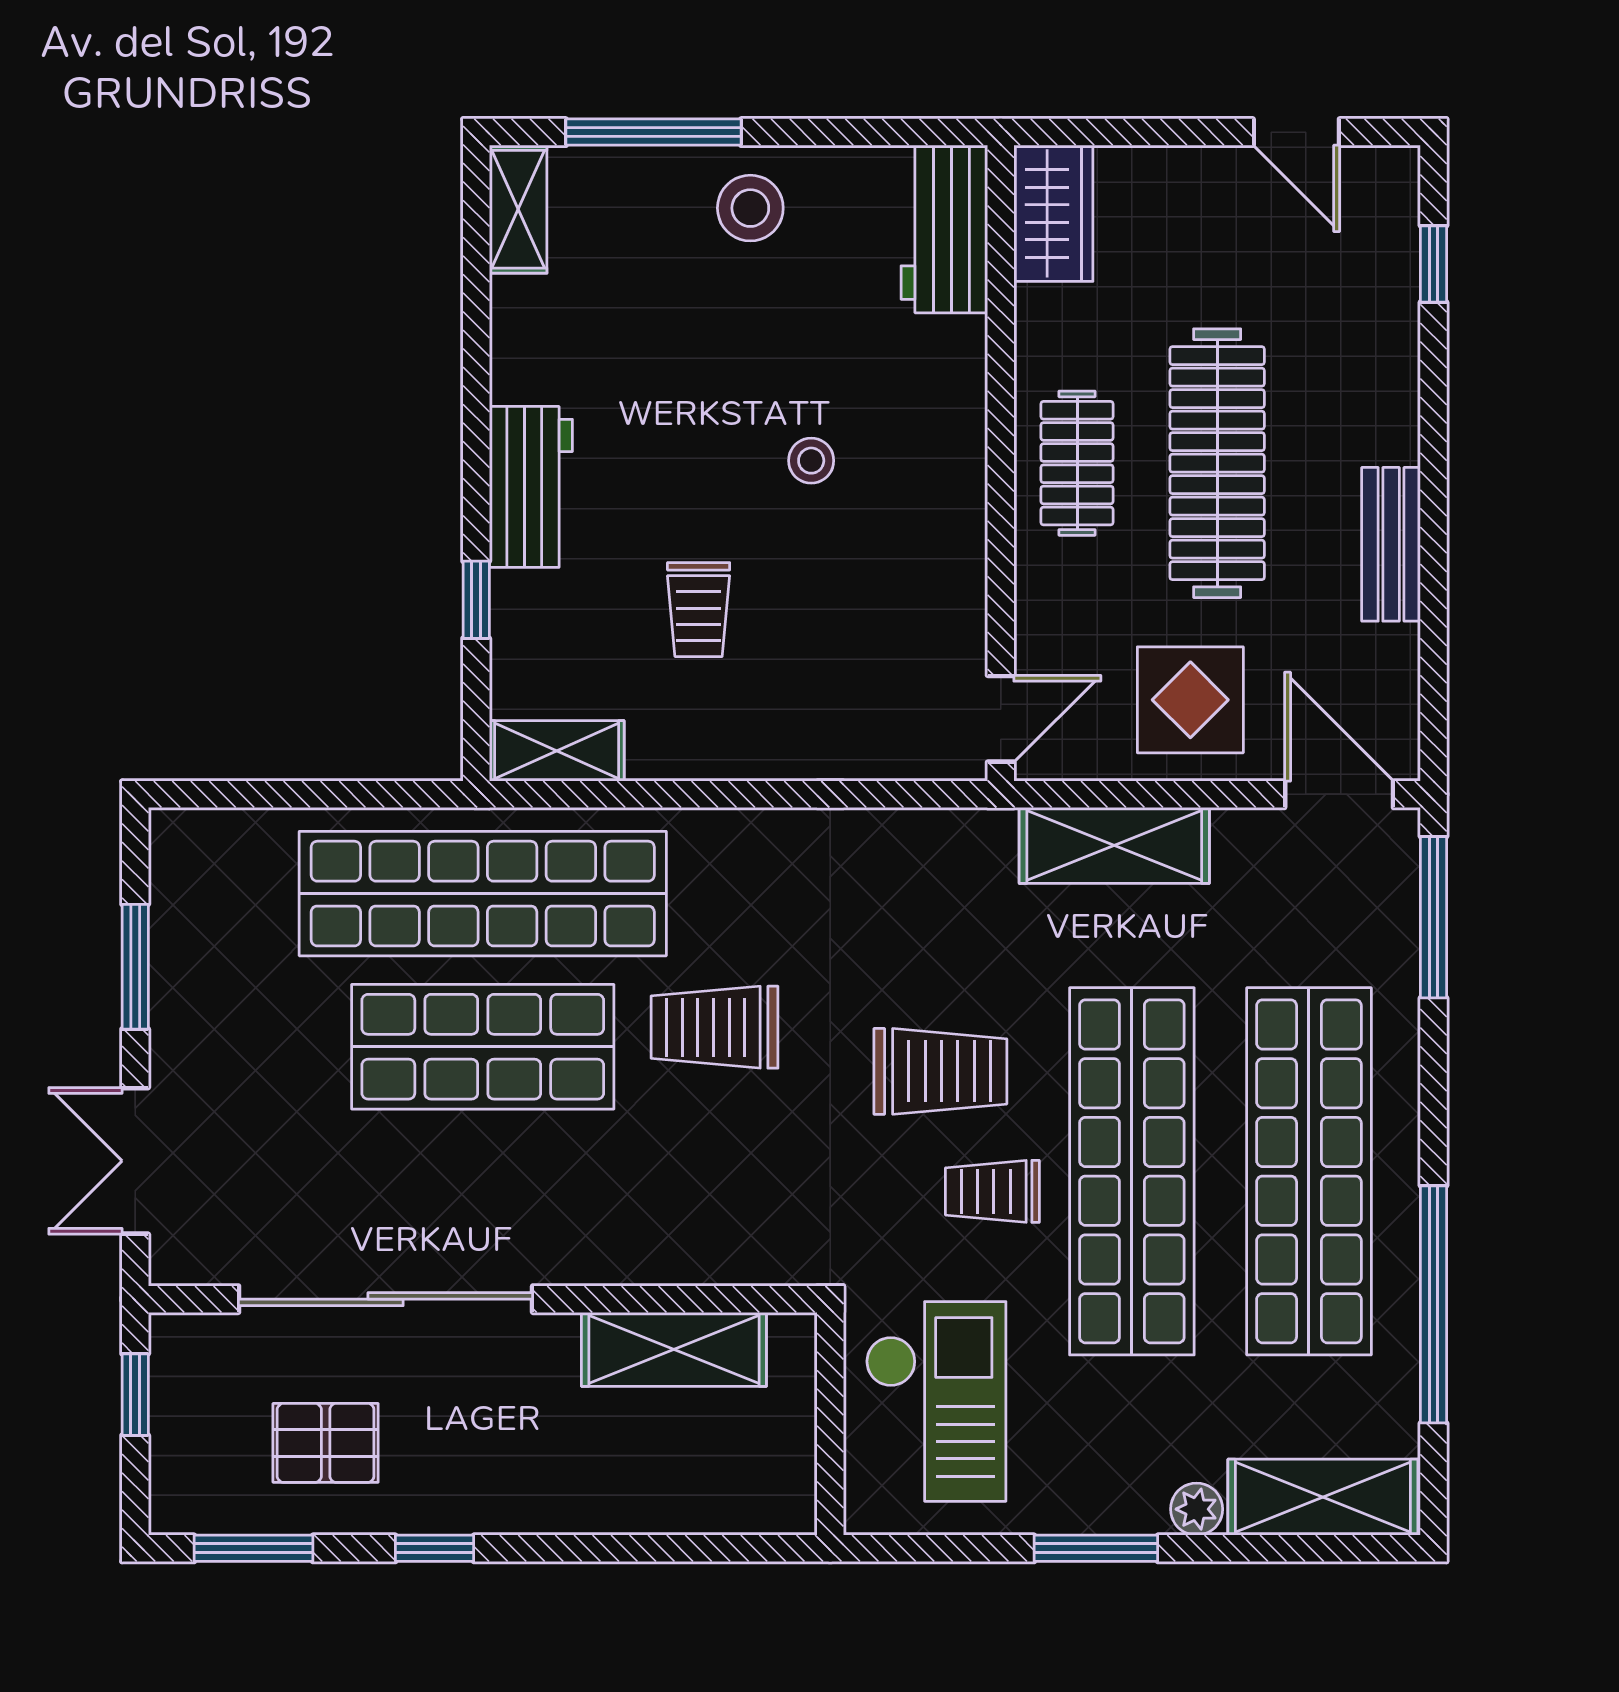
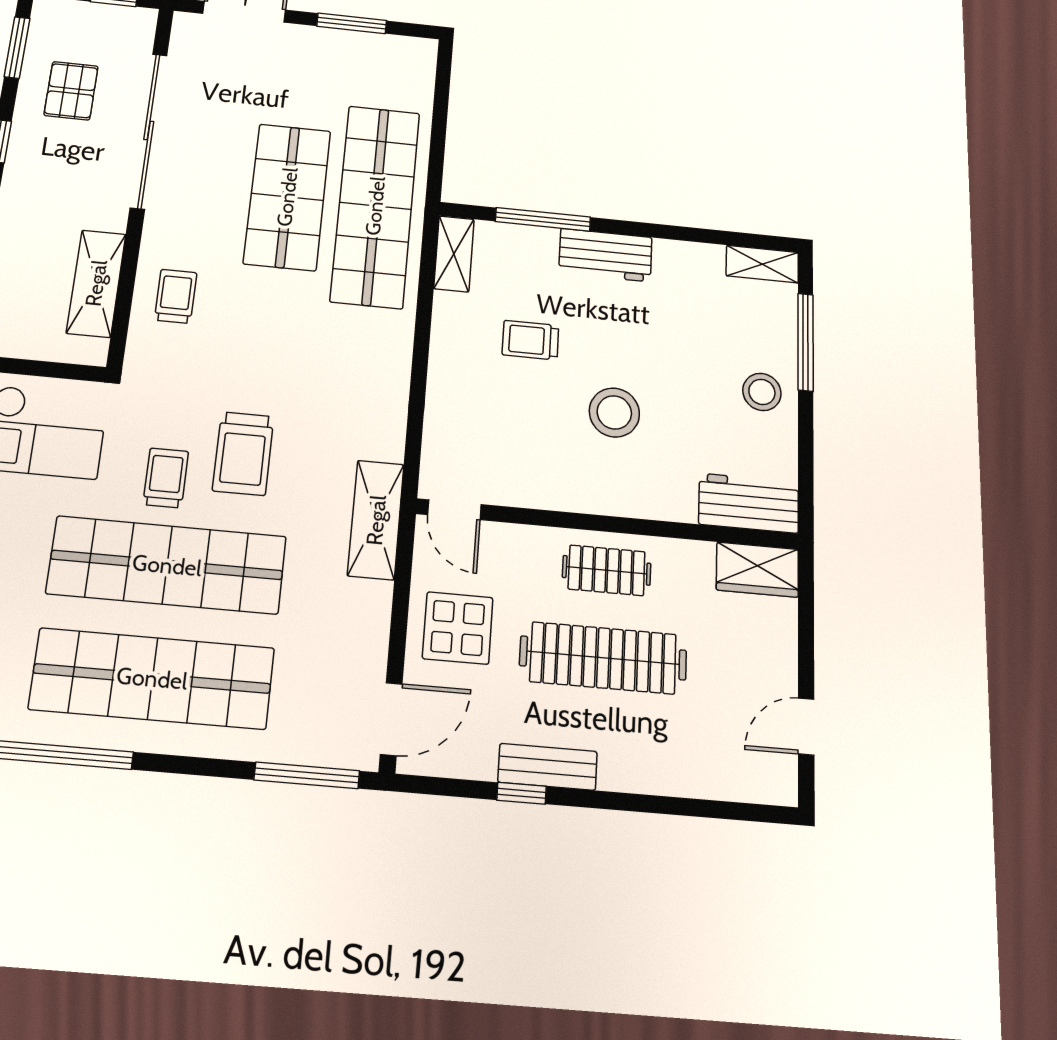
window: (1433, 264) -> (522, 793), moved
stool: (811, 461) -> (614, 412), width x1.89, depth x1.89
window: (476, 600) -> (543, 219), width x2.17
shelving: (1114, 845) -> (376, 520), moved
trolley: (715, 1027) -> (176, 296), moved, width x0.73, depth x0.72

